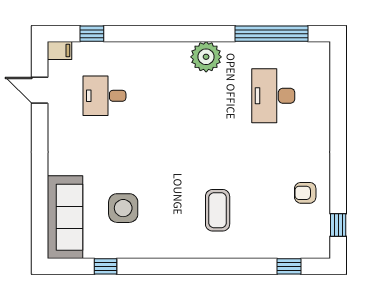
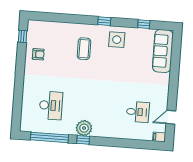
window: (92, 34) -> (83, 140), moved
door: (40, 90) -> (171, 117), swing flipped
side table: (123, 208) -> (117, 40), moved
window: (289, 266) -> (104, 21), moved

